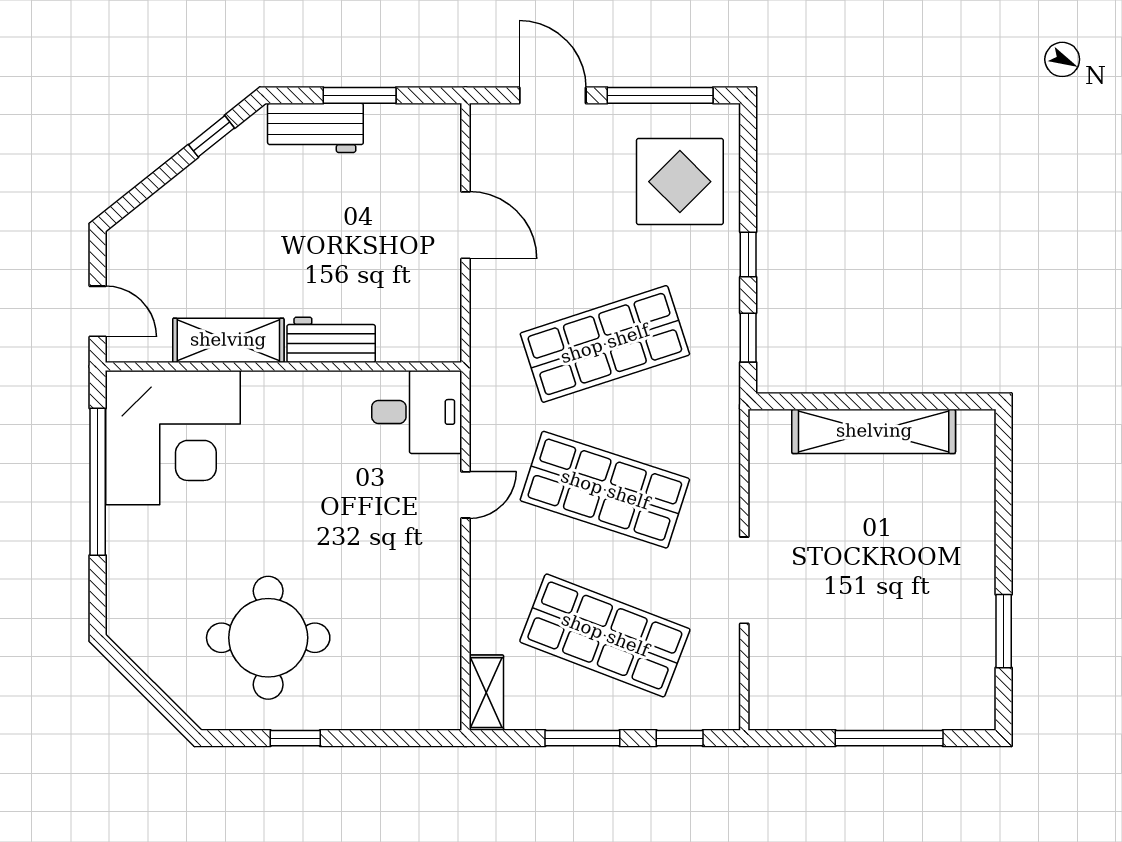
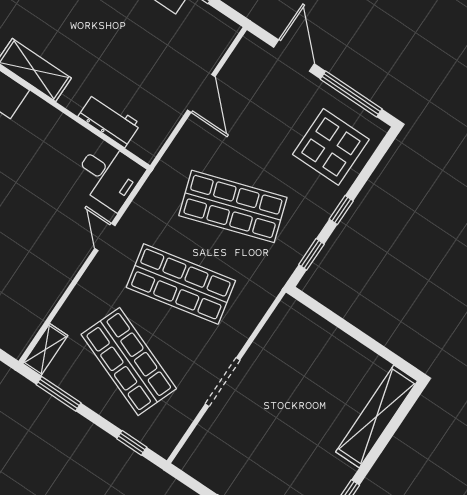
workbench: (331, 340) -> (109, 120), moved
shelving: (874, 431) -> (377, 416), moved, turned 90
shop shelf: (605, 490) -> (181, 284), turned -30
door: (465, 495) -> (105, 237), swing flipped
window: (582, 738) -> (59, 394), moved

